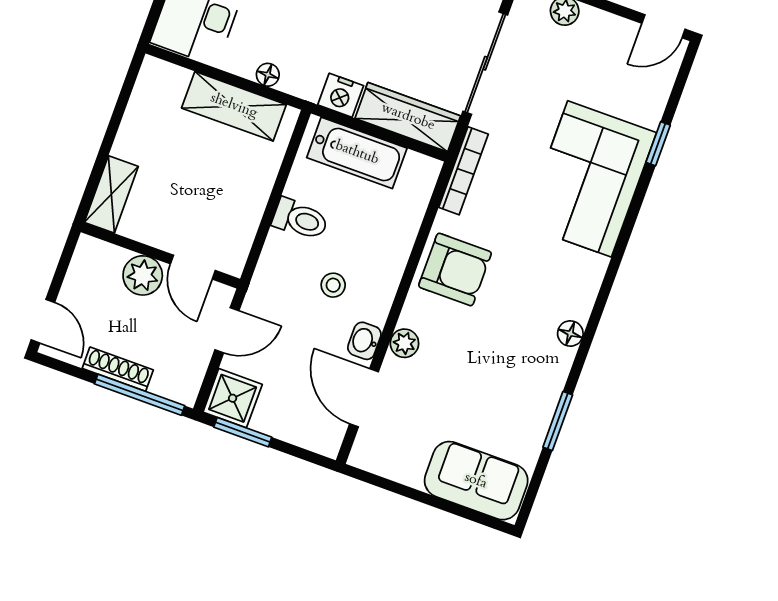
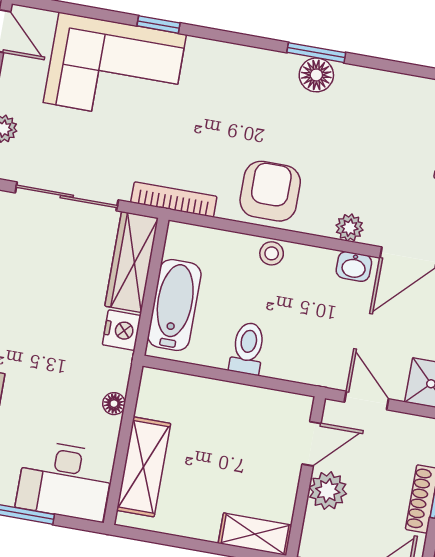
shelving: (234, 106) -> (144, 467), moved
window: (658, 144) -> (158, 24), moved
corner sofa: (590, 179) -> (115, 69), moved
stool: (333, 285) -> (272, 253), moved
floor lamp: (570, 333) -> (316, 75), width x1.37, depth x1.37
window: (558, 421) -> (316, 53), moved

